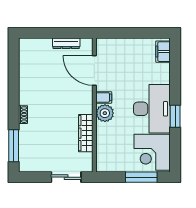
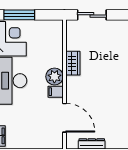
wardrobe: (86, 133) -> (73, 63), width x0.67

